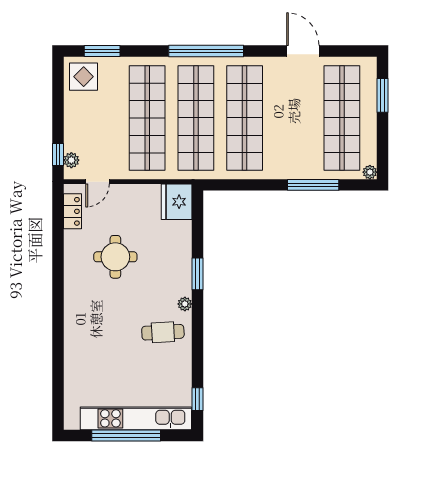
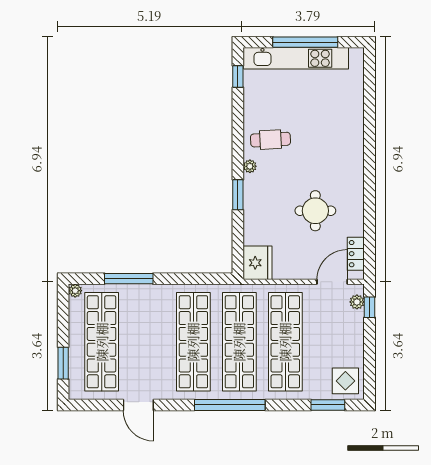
door: (98, 182) -> (332, 282), width x1.38

